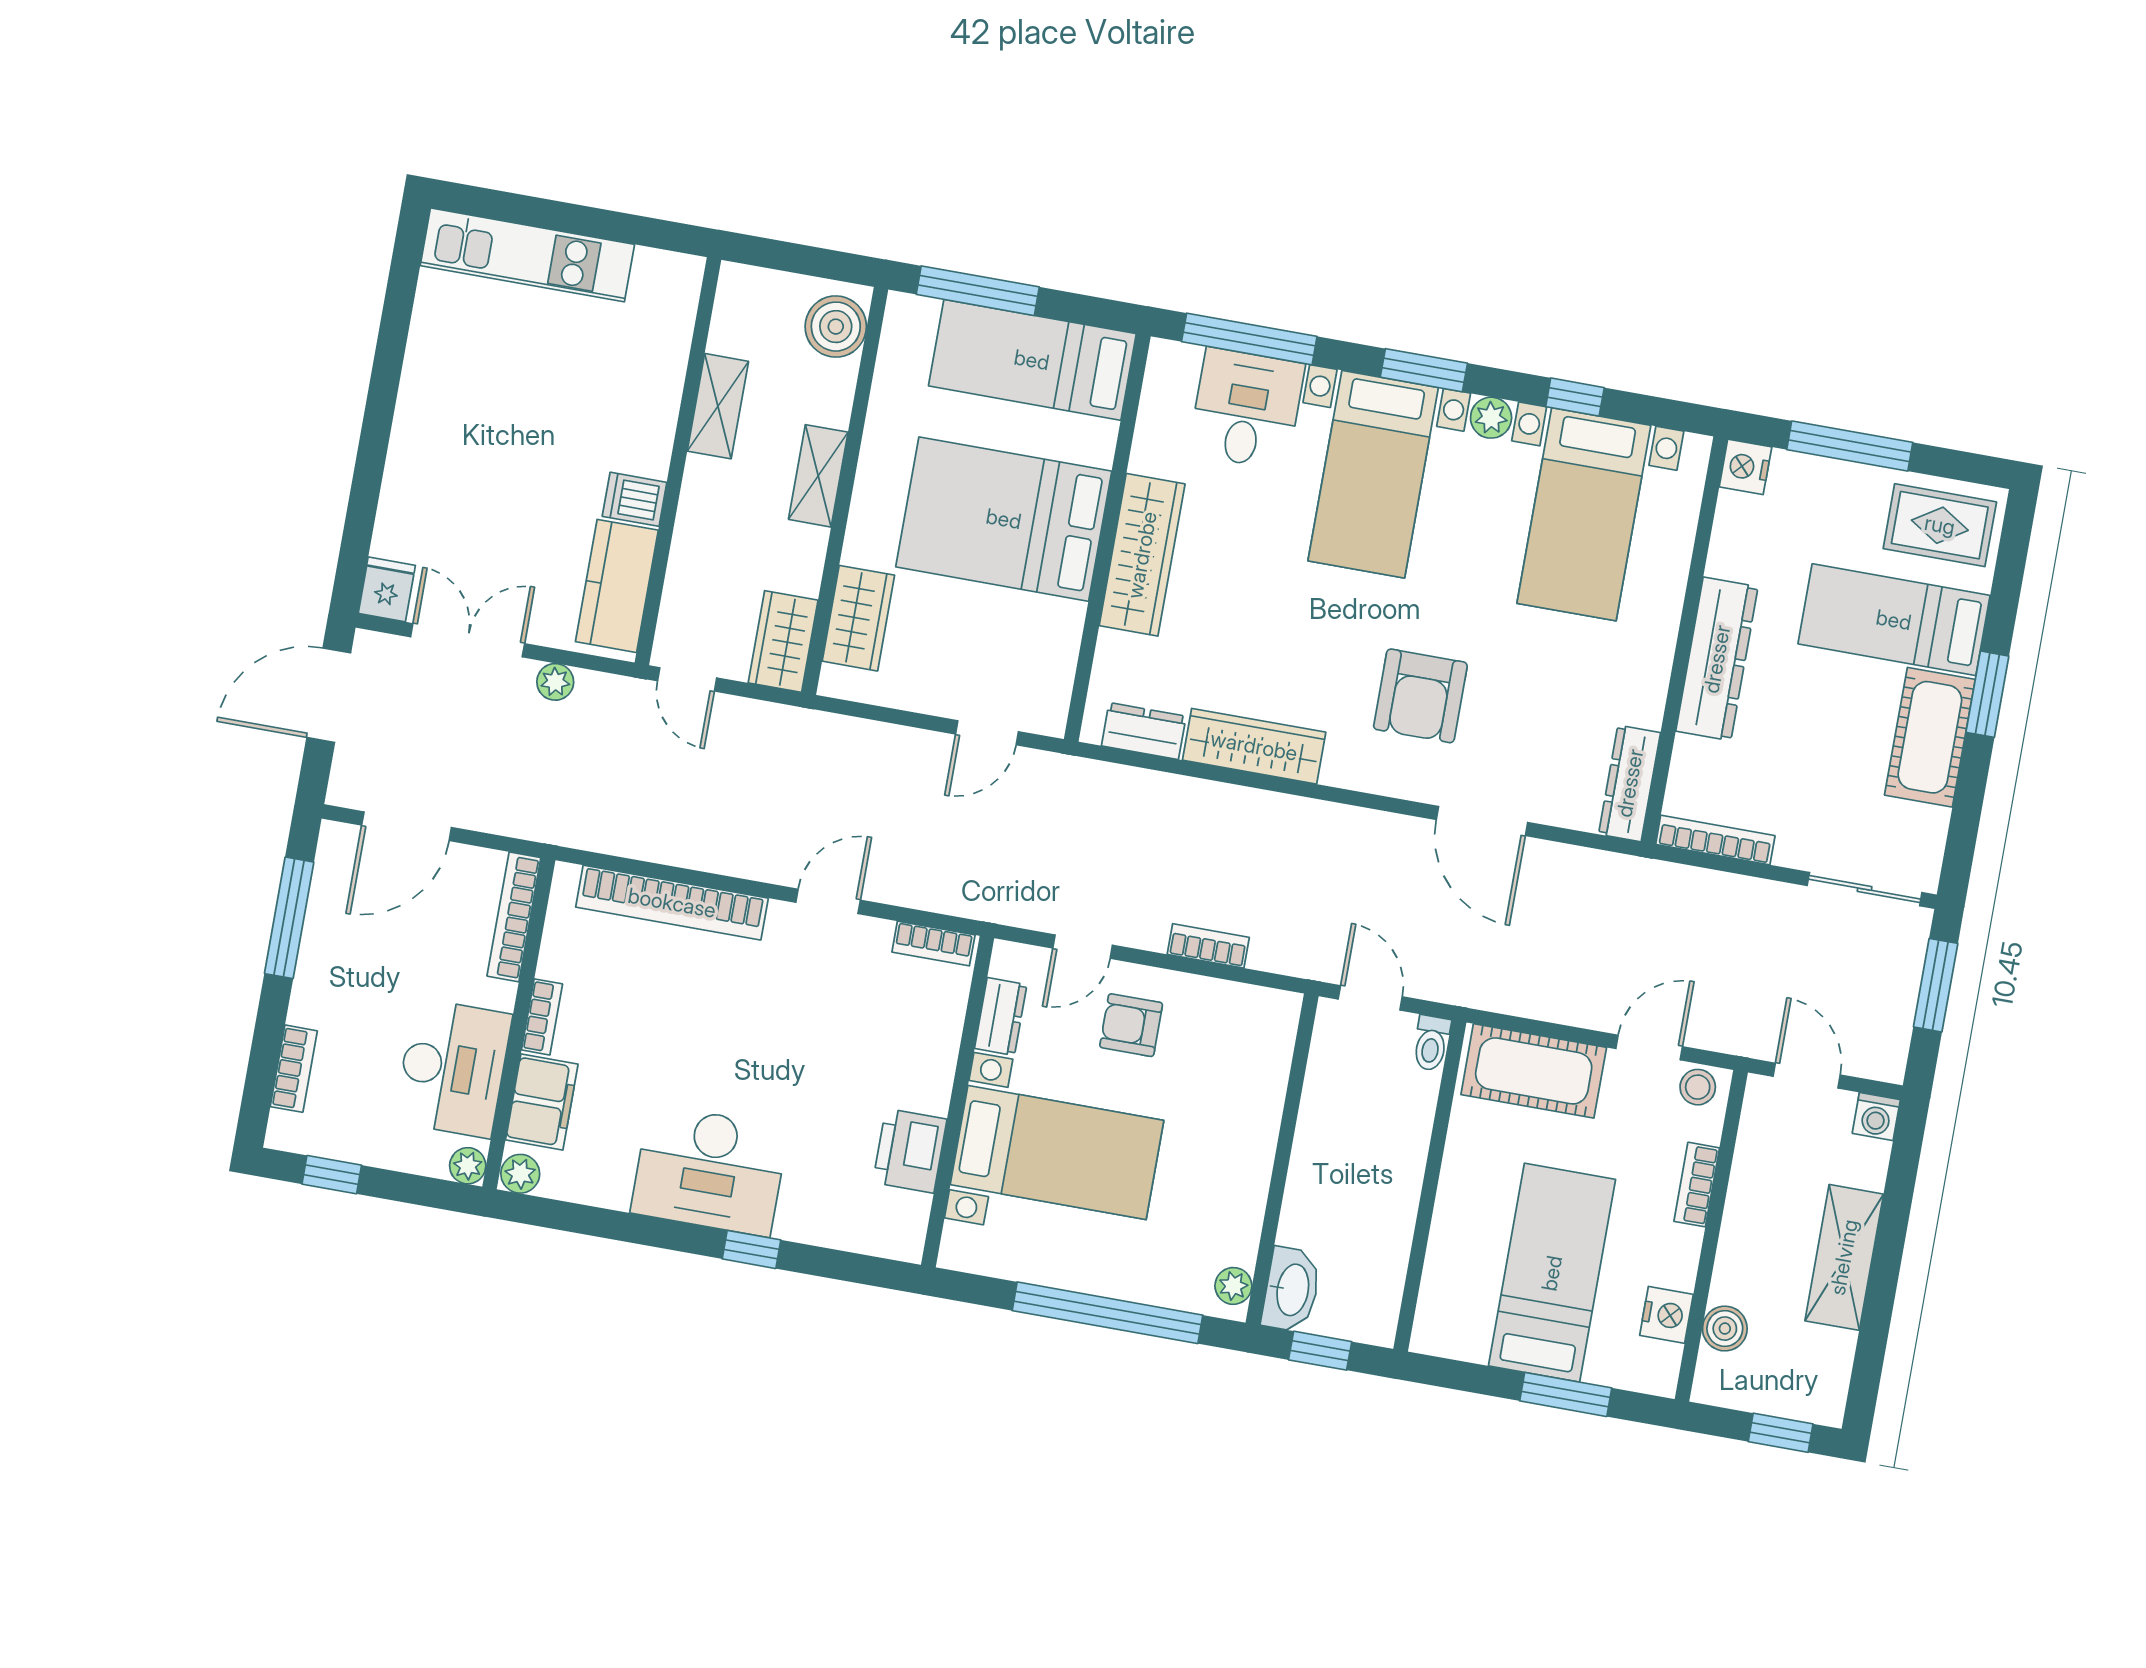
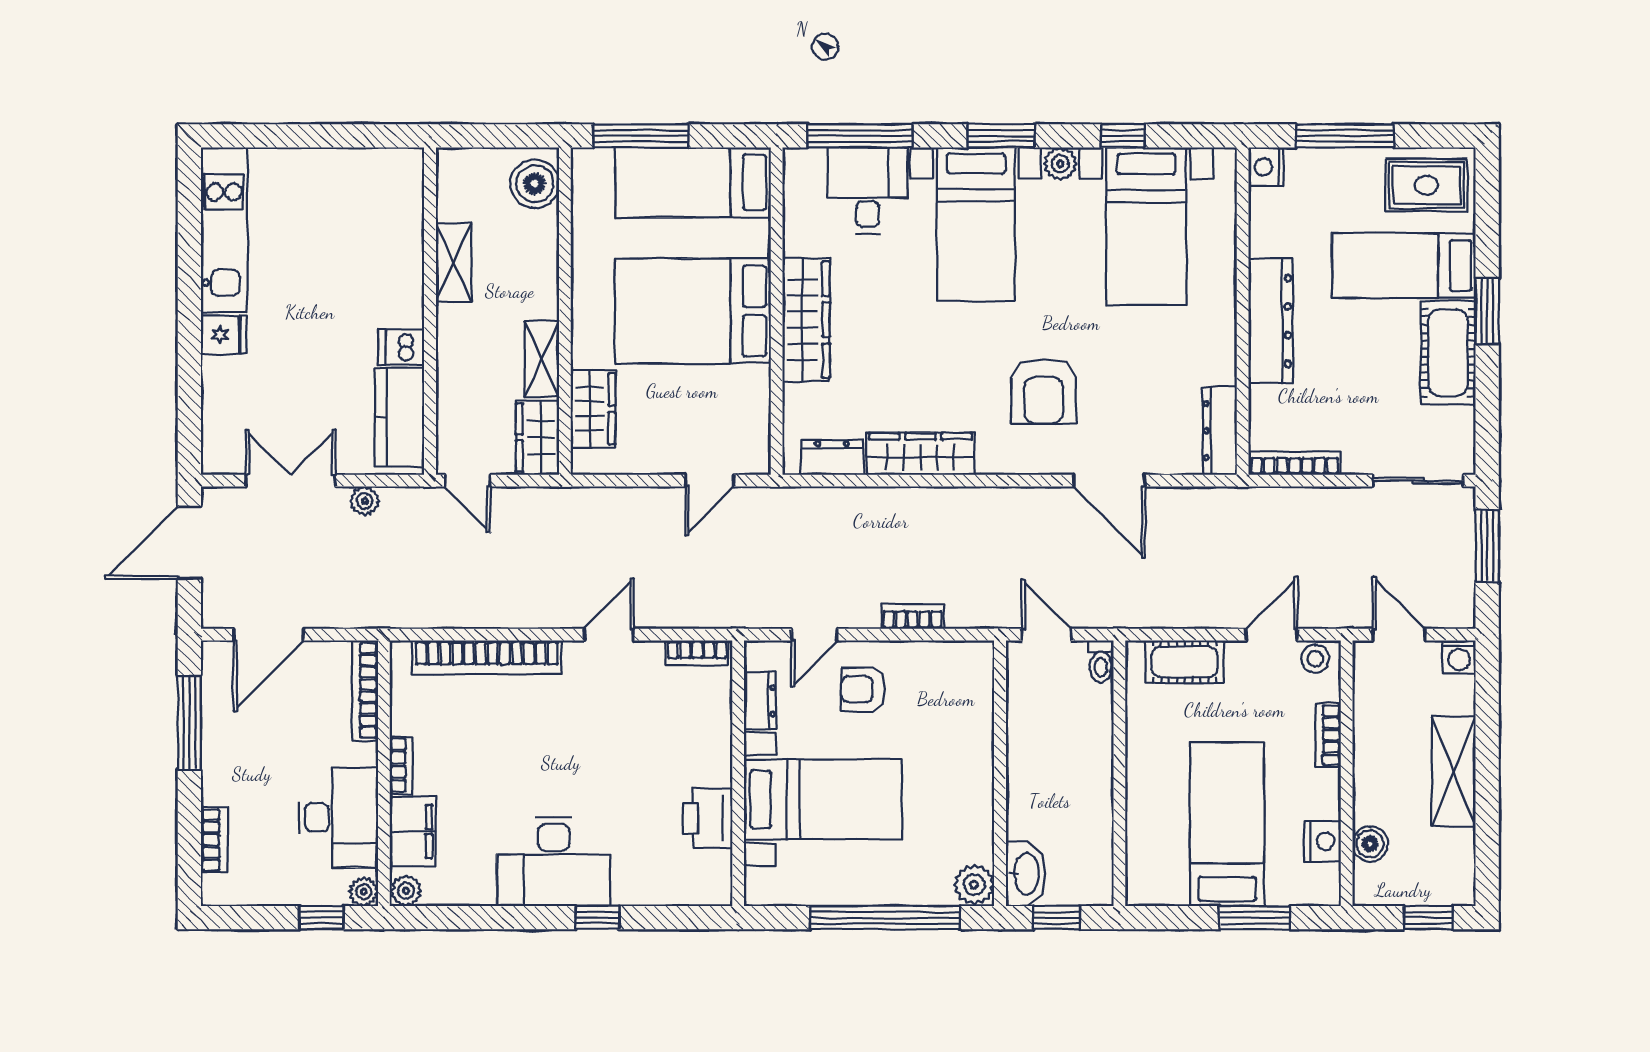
kitchen unit: (527, 255) -> (224, 230), moved, turned -90
shelving: (818, 476) -> (542, 359), moved
fridge: (387, 589) -> (224, 335), moved, turned 90
cot: (1534, 1071) -> (1185, 662), width x0.73, depth x0.75
window: (332, 1175) -> (322, 918), moved
plant: (1233, 1286) -> (974, 885), width x1.38, depth x1.38

